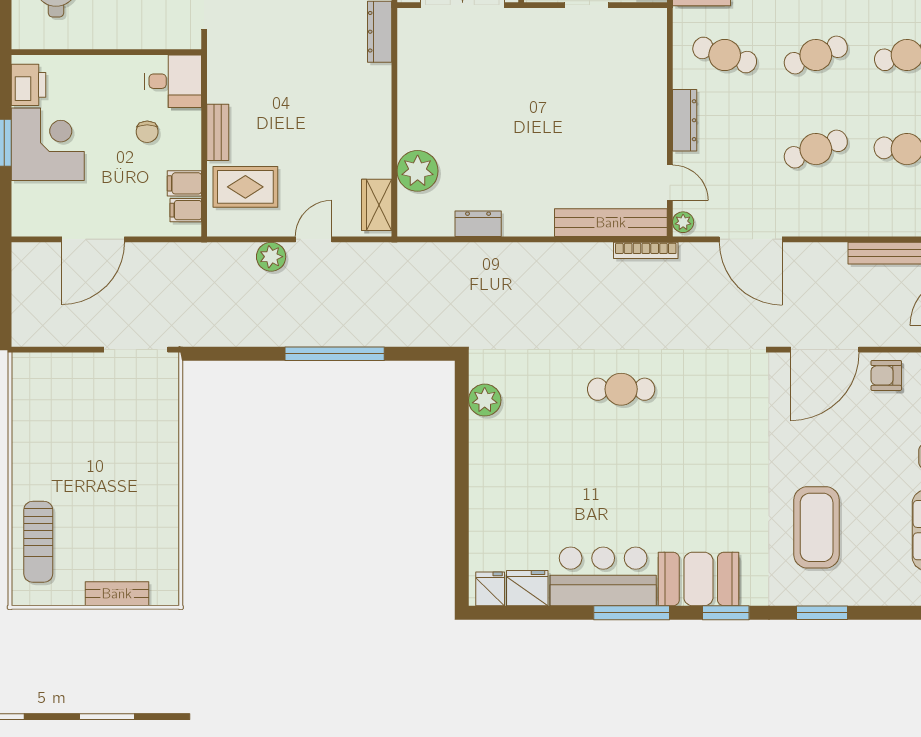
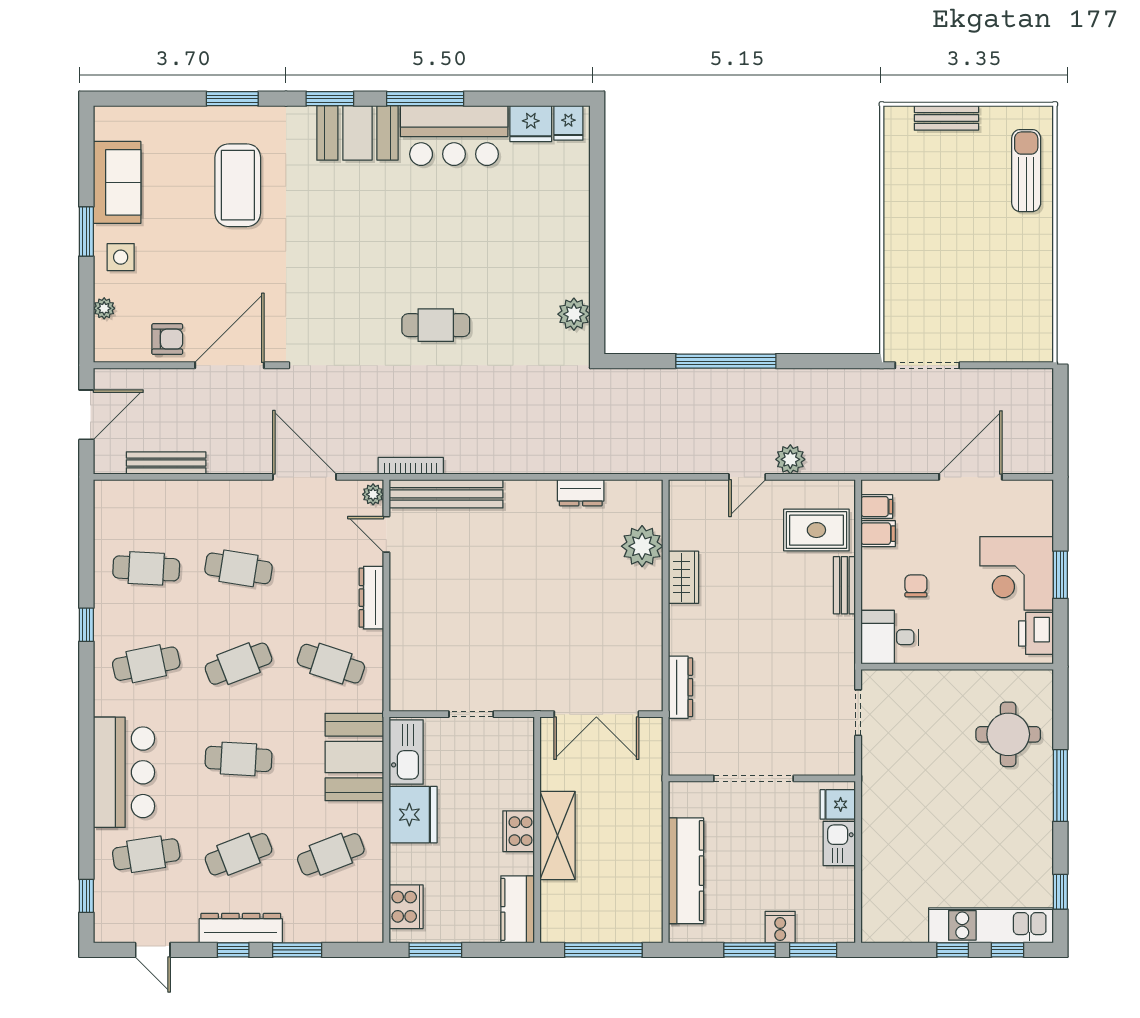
cafe table: (816, 149) -> (239, 568), turned 30
wardrobe: (377, 205) -> (683, 577), moved

